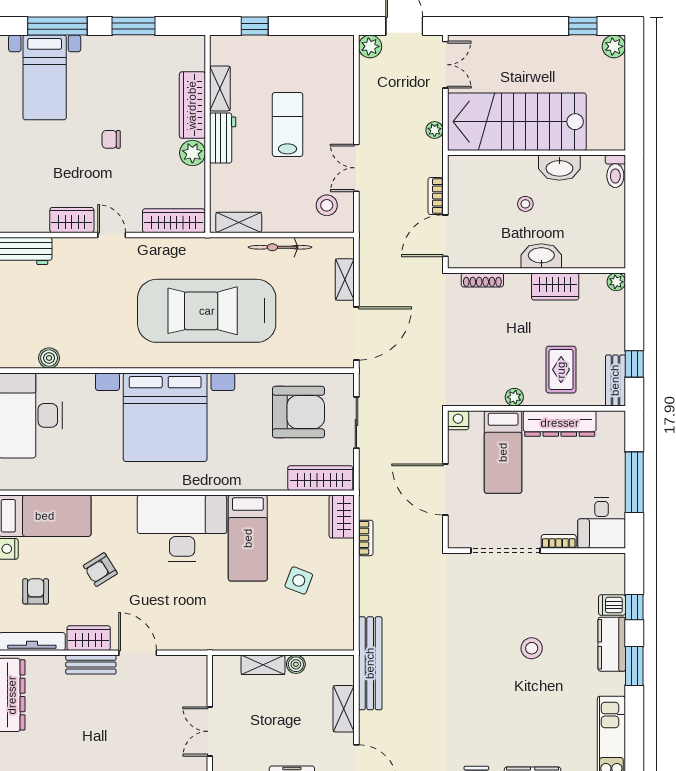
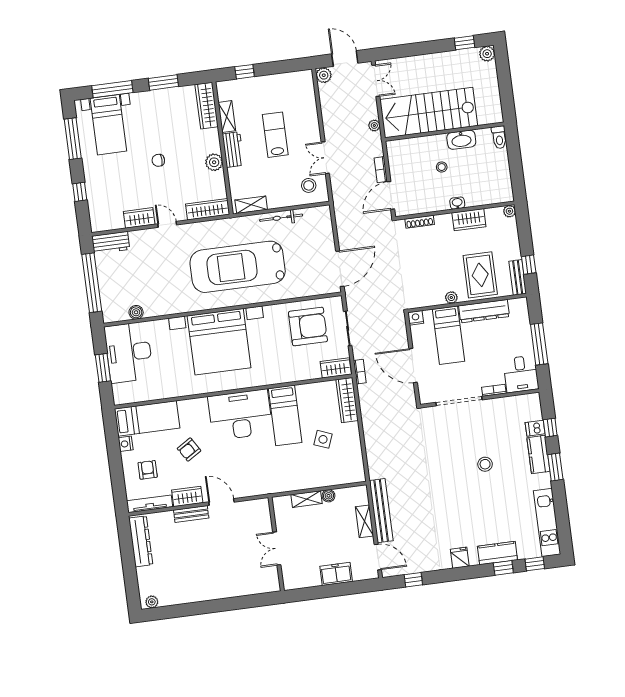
wardrobe: (192, 105) -> (207, 106), moved
washbasin: (541, 256) -> (457, 203), width x0.52, depth x0.69
shelving: (345, 280) -> (327, 234), removed
rug: (561, 370) -> (480, 275), width x1.36, depth x1.43
wardrobe: (320, 478) -> (336, 368), width x0.67
wardrobe: (342, 517) -> (347, 400), width x1.50
bookcase: (366, 538) -> (360, 372), moved
bench: (370, 663) -> (381, 511), moved

